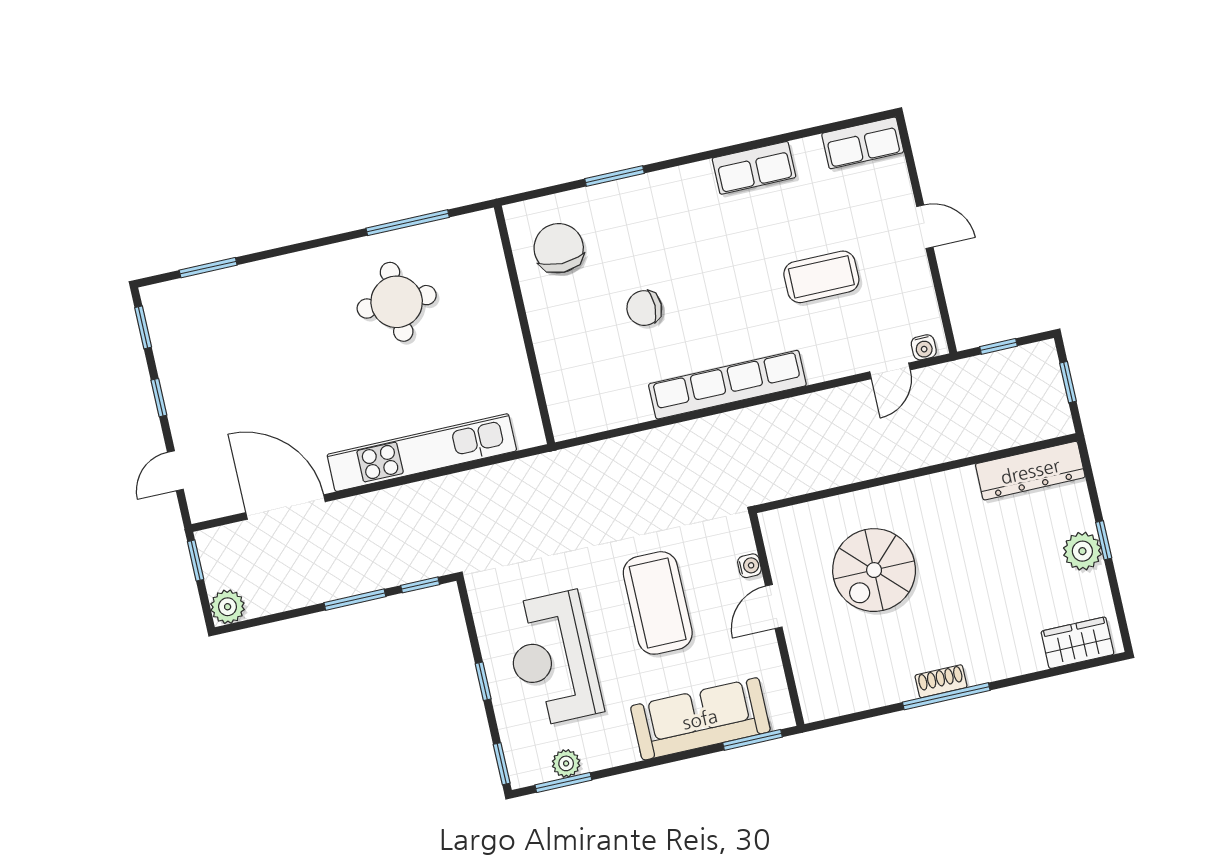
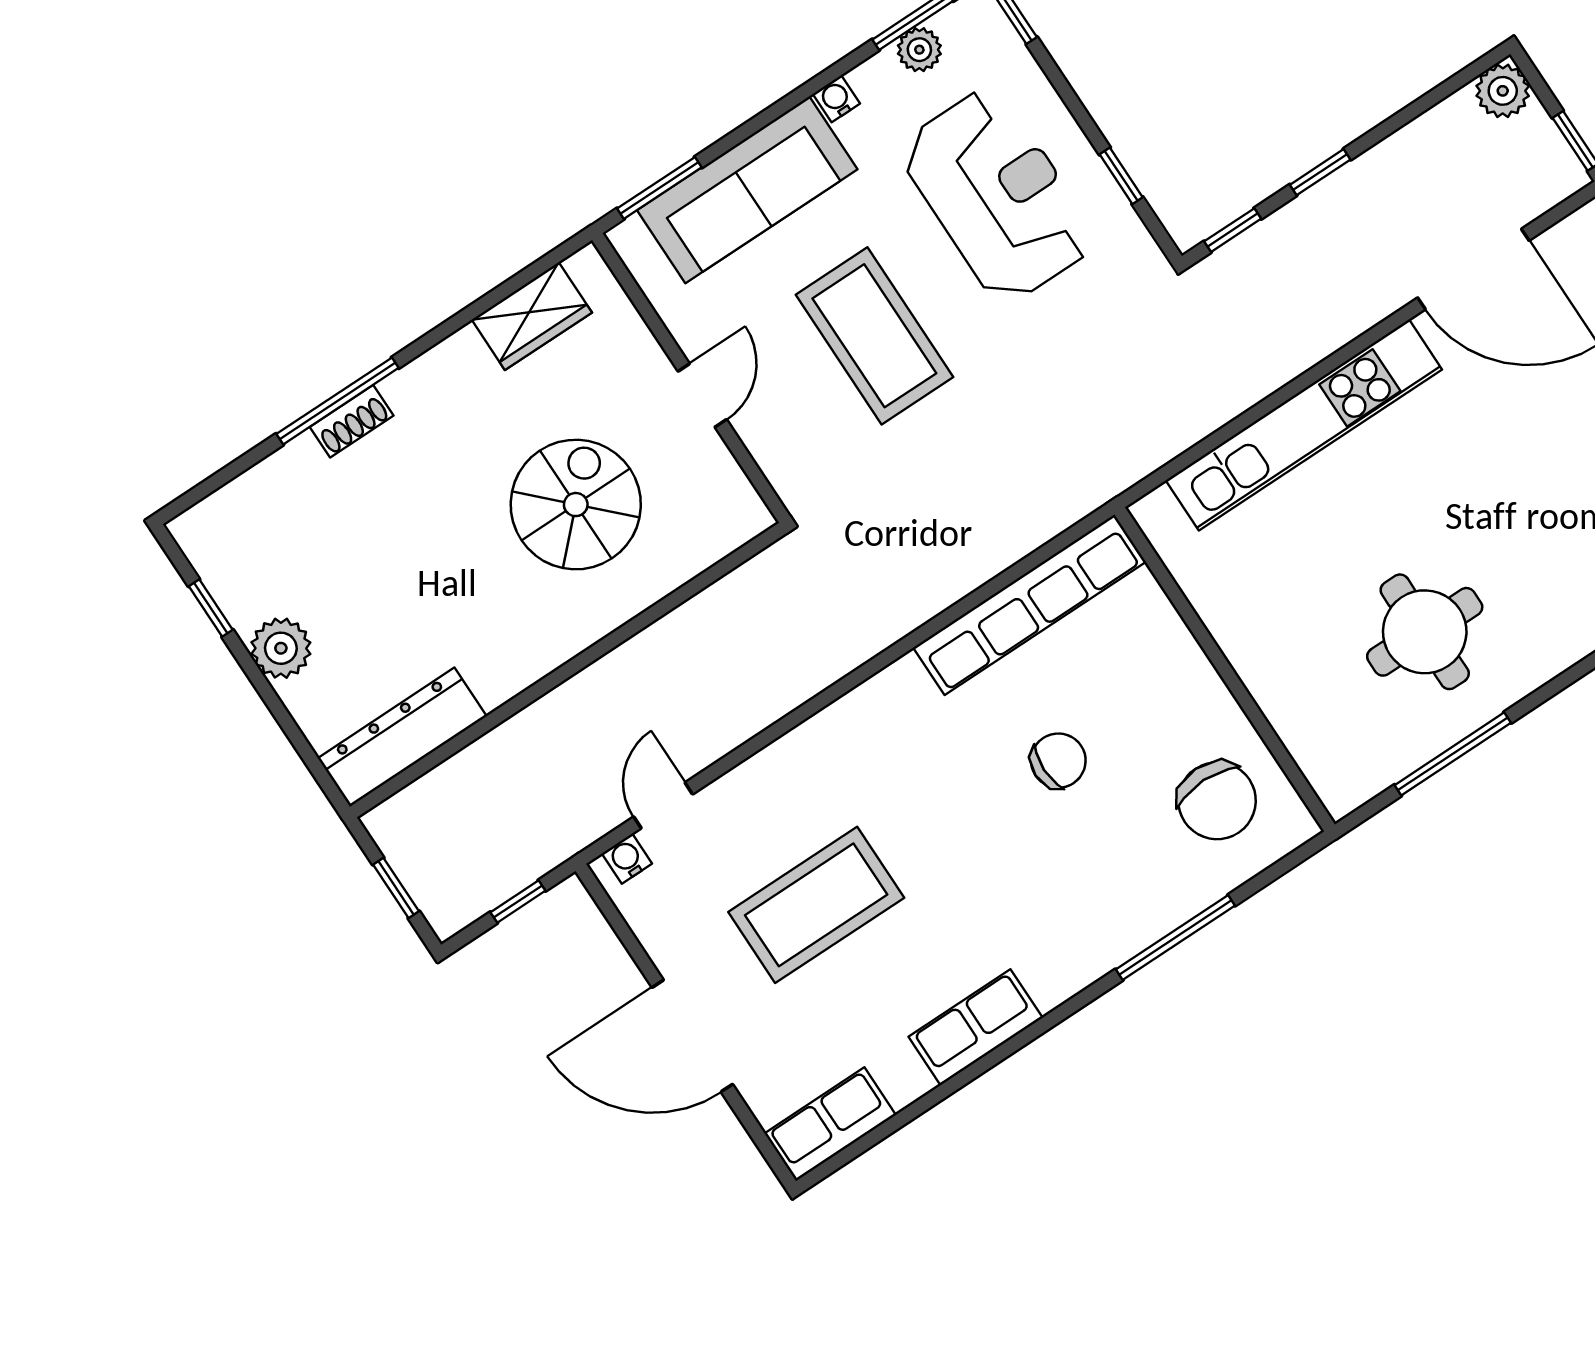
window: (615, 176) -> (1175, 937), width x1.44
door: (925, 227) -> (692, 1036), width x1.88
coffee table: (821, 277) -> (816, 905), width x1.36, depth x1.32
row of seats: (727, 385) -> (1030, 605), moved
window: (1104, 540) -> (211, 608), moved
water cooler: (749, 566) -> (836, 99), moved, turned 90
window: (355, 600) -> (1320, 172), width x0.67
wardrobe: (1077, 643) -> (532, 316), moved
window: (483, 681) -> (1121, 176), moved
shoe rack: (941, 681) -> (352, 421), moved
window: (946, 696) -> (338, 401), moved

